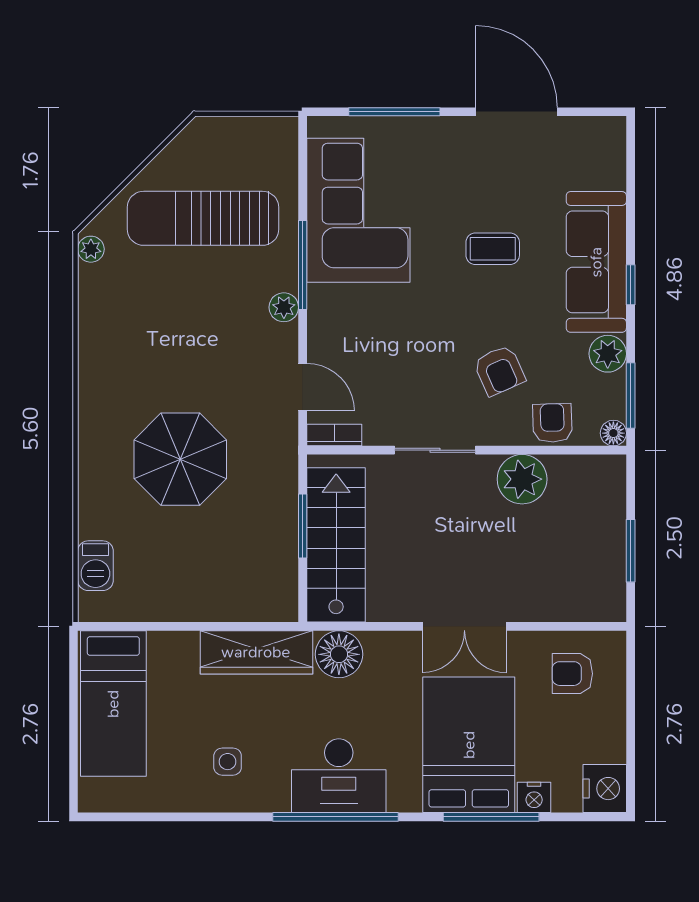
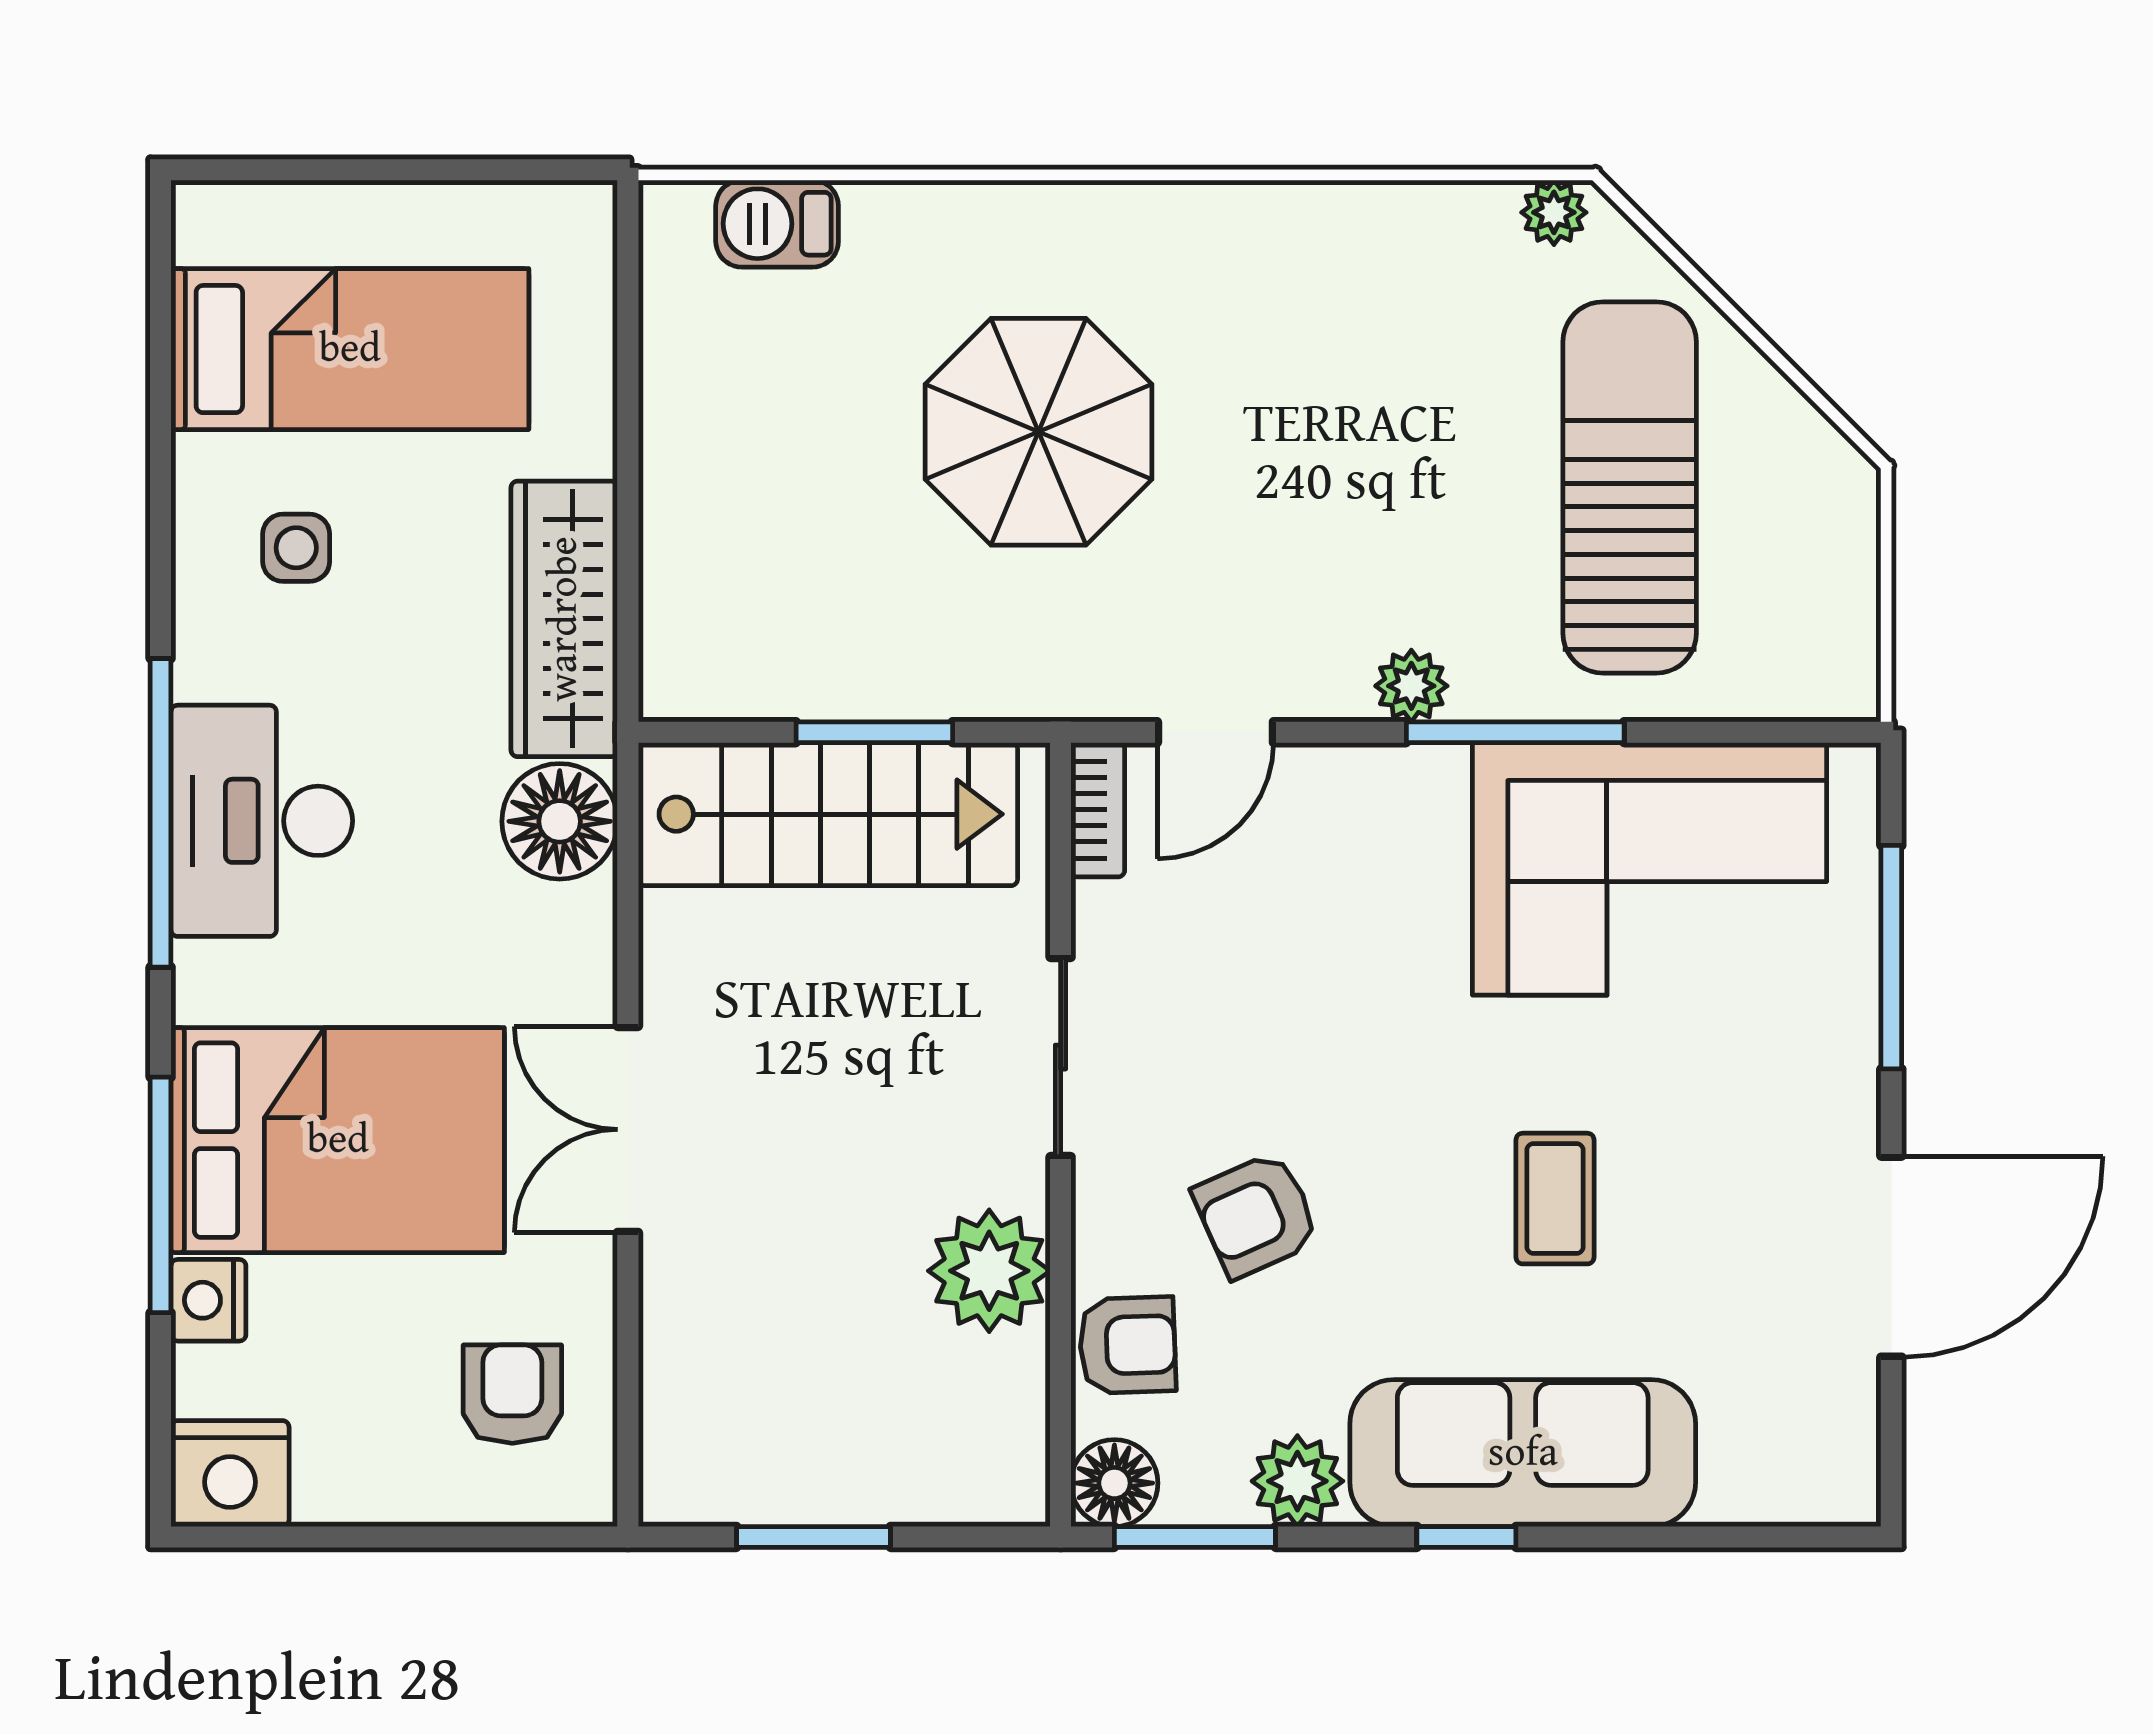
floor lamp: (613, 433) -> (1114, 1483), width x1.37, depth x1.37
bed: (113, 704) -> (350, 349), moved, turned 180

